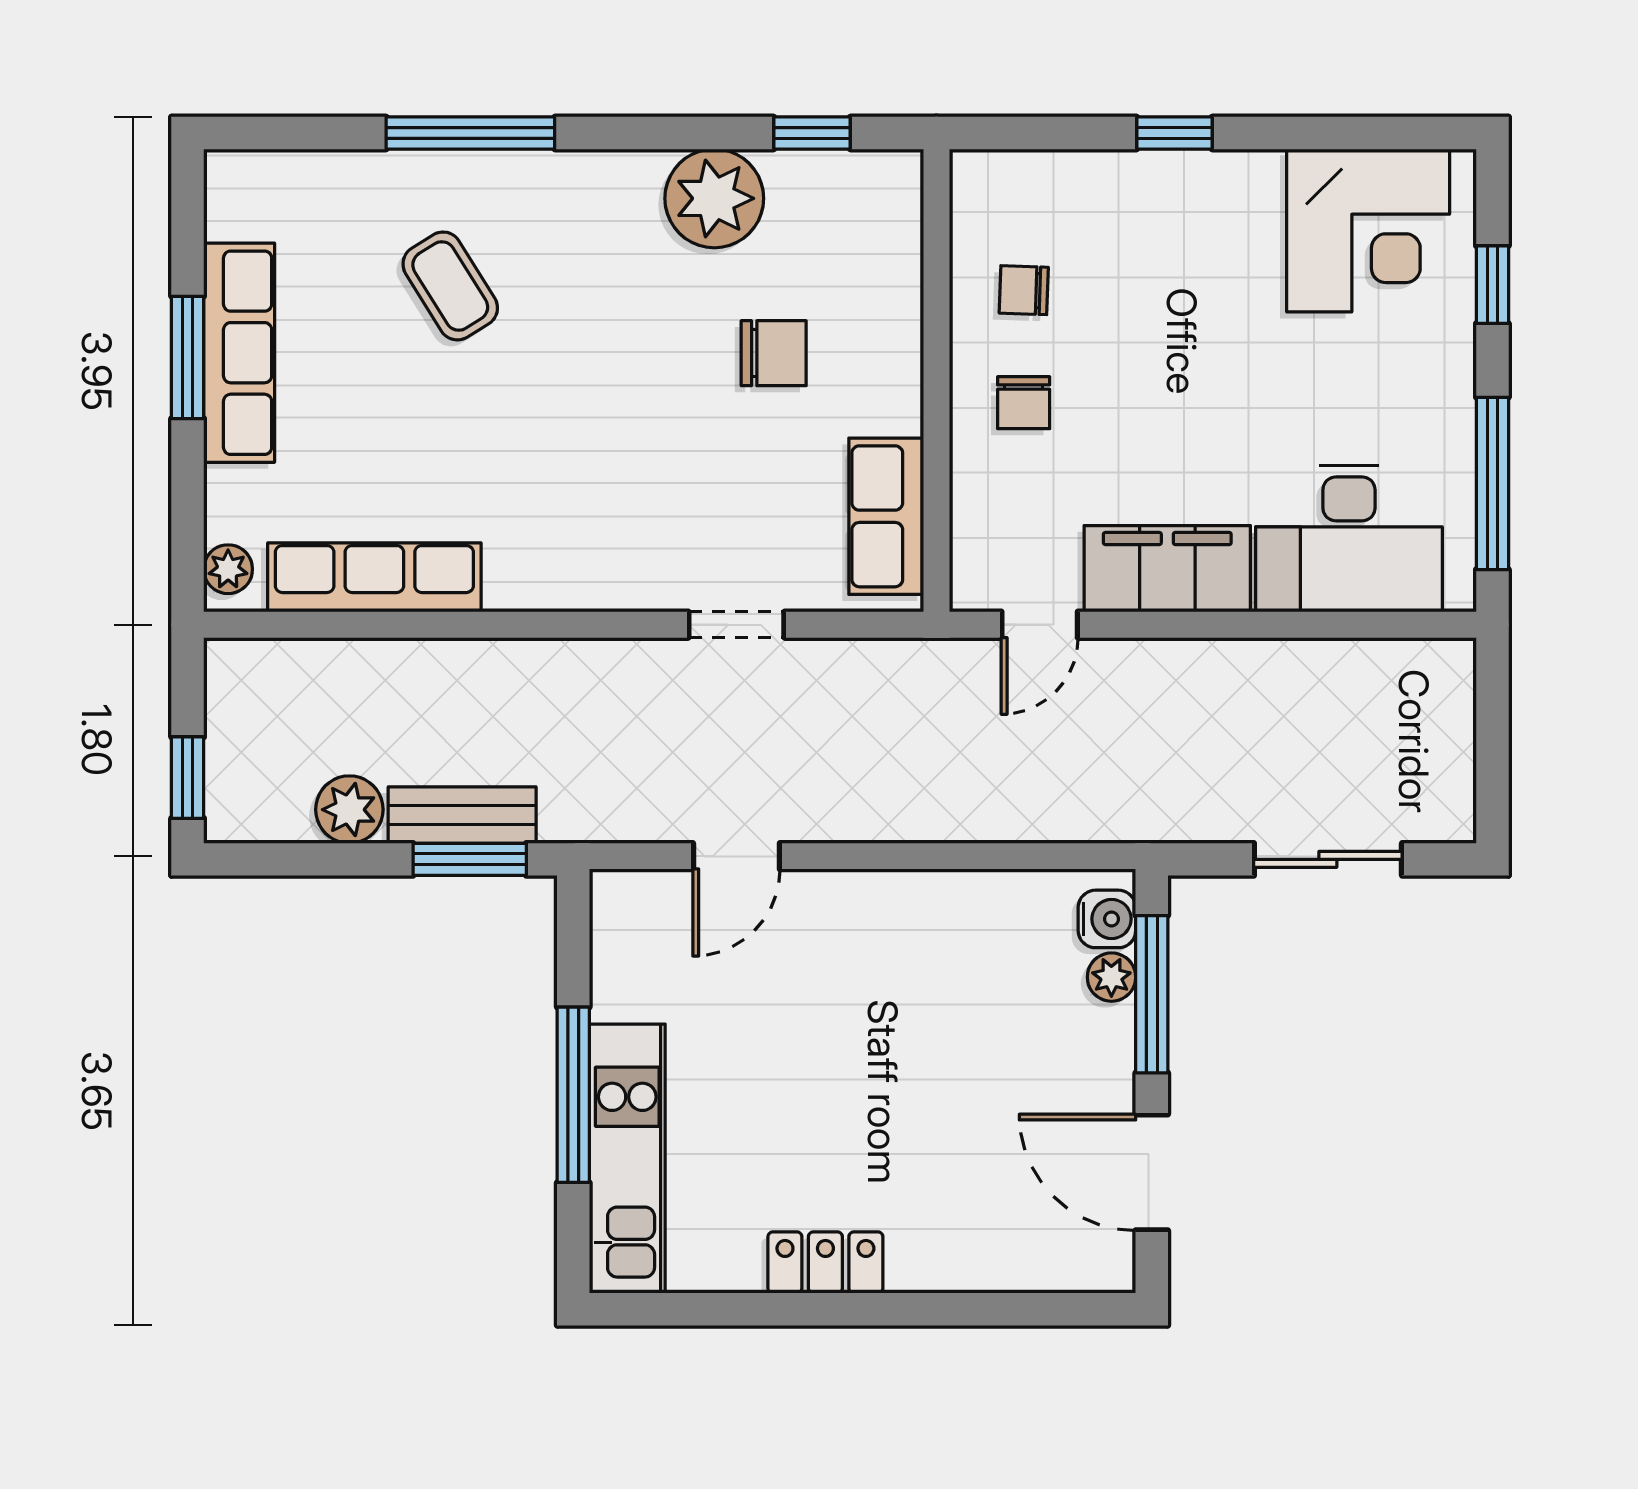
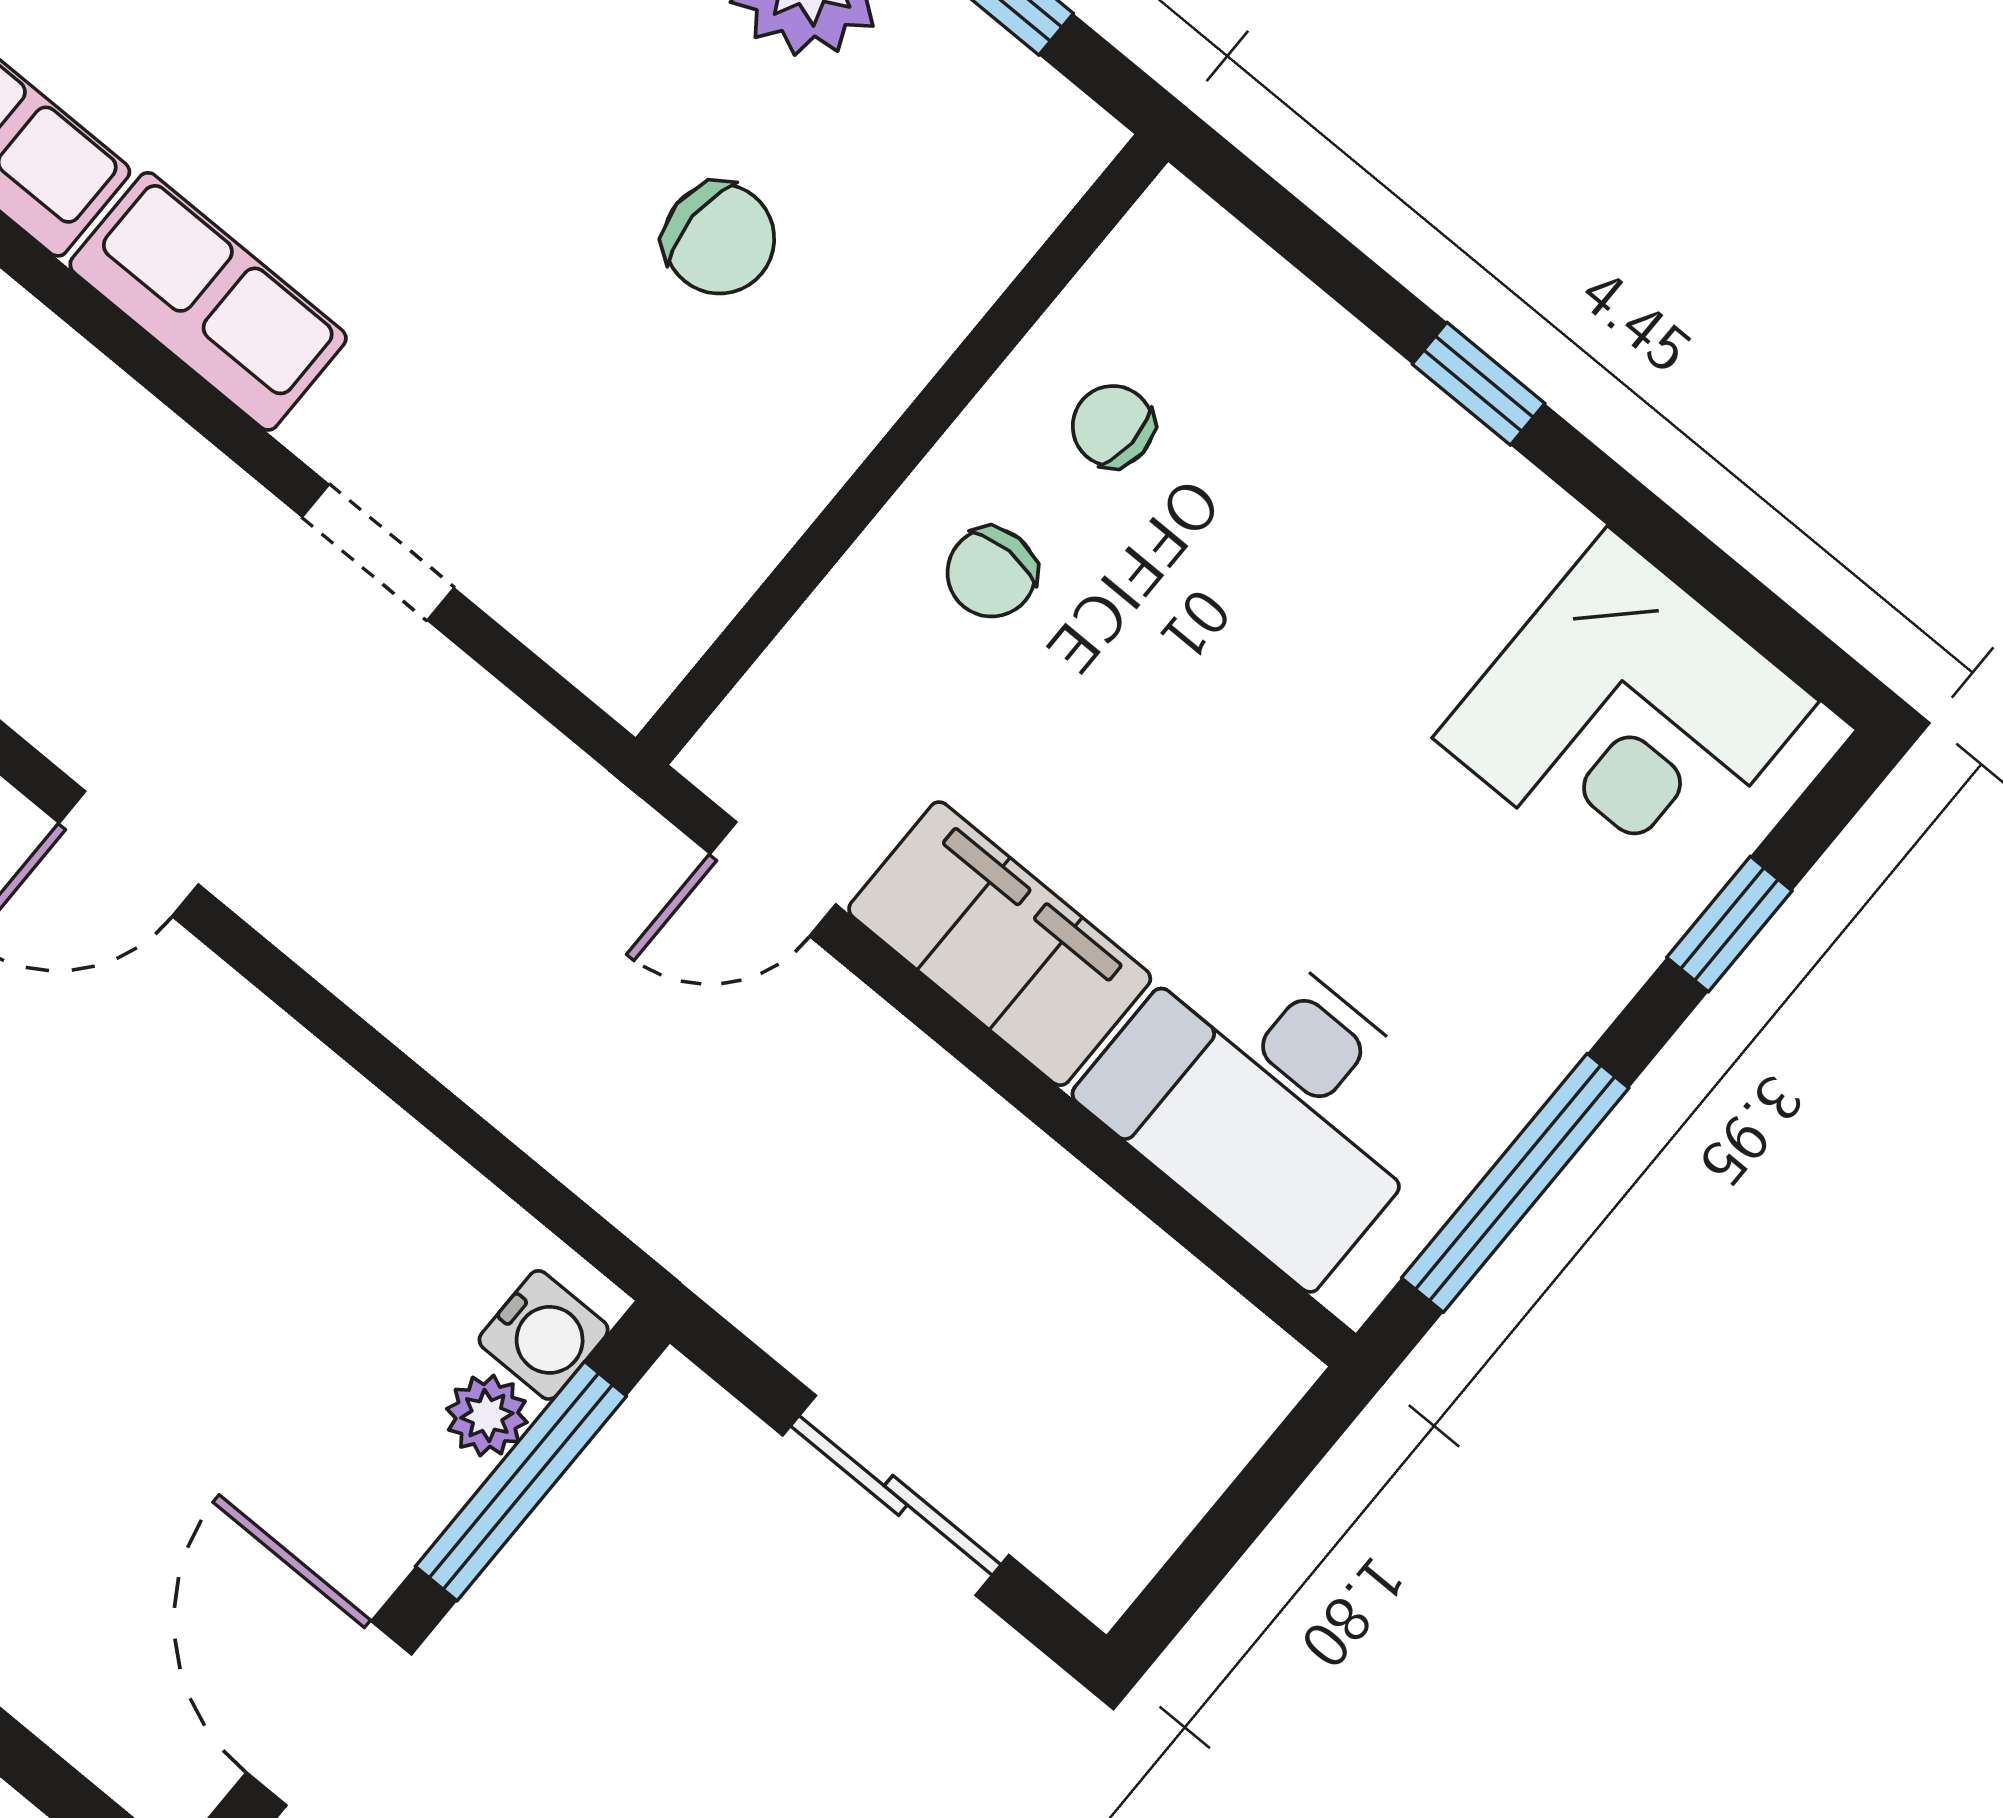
row of seats: (886, 516) -> (208, 301), moved, turned 90

